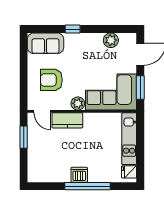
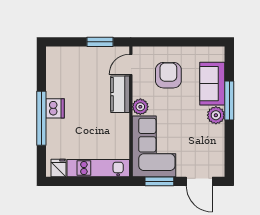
window: (73, 29) -> (229, 100), width x2.17
plant: (111, 40) -> (216, 115), moved
sofa: (45, 43) -> (212, 84), moved

